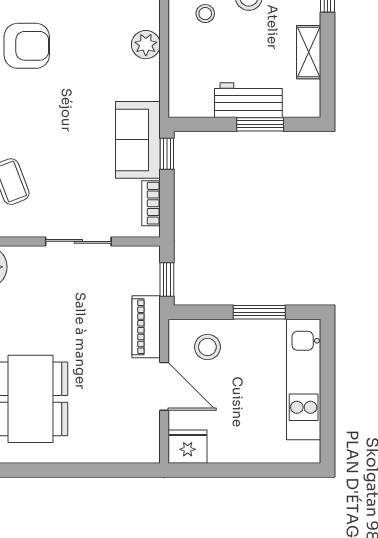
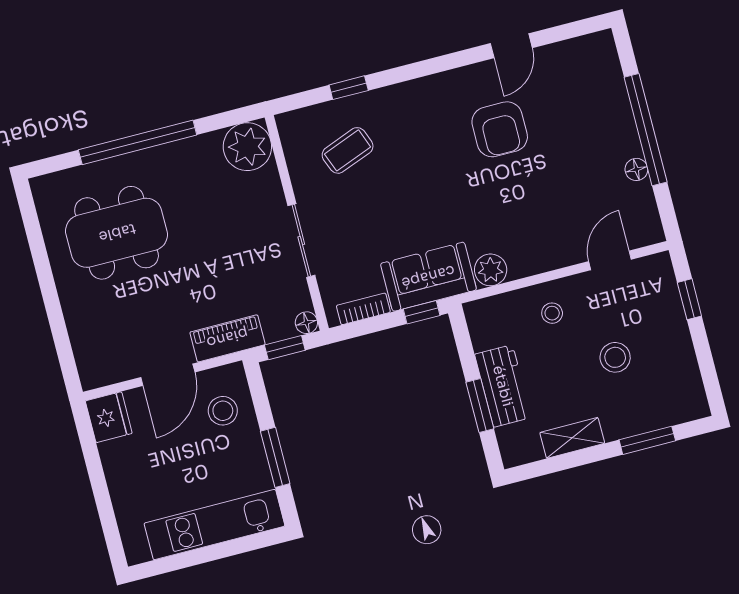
stool: (205, 14) -> (552, 313), moved
plant: (146, 45) -> (491, 270), moved
floor lamp: (150, 255) -> (306, 323), added

